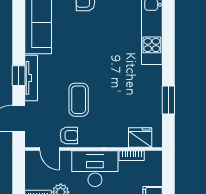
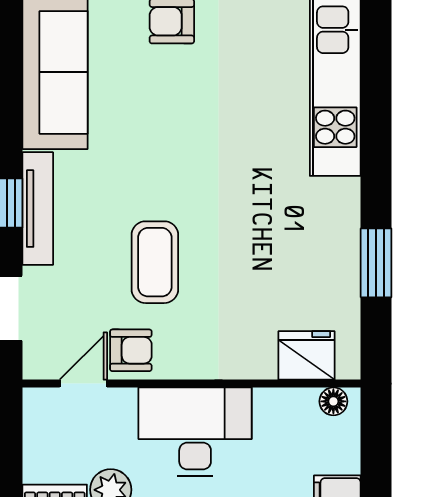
door: (50, 149) -> (83, 384), swing flipped
bookcase: (132, 156) -> (286, 400), removed
floor lamp: (151, 156) -> (333, 401), added

